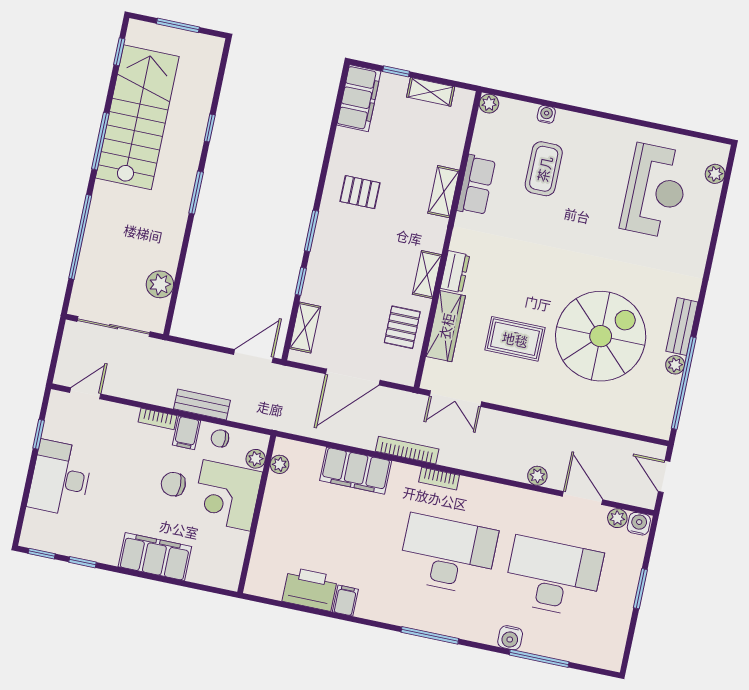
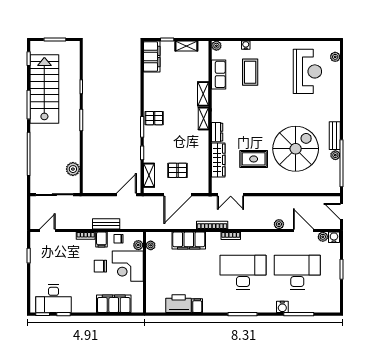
row of seats: (476, 185) -> (219, 74), moved
pallet: (360, 192) -> (154, 118), moved
shelving: (427, 275) -> (204, 118), moved
pallet: (402, 327) -> (177, 170), moved, turned 90
desk: (60, 478) -> (54, 299), moved, turned -90
filing cabinet: (155, 557) -> (114, 304), moved

